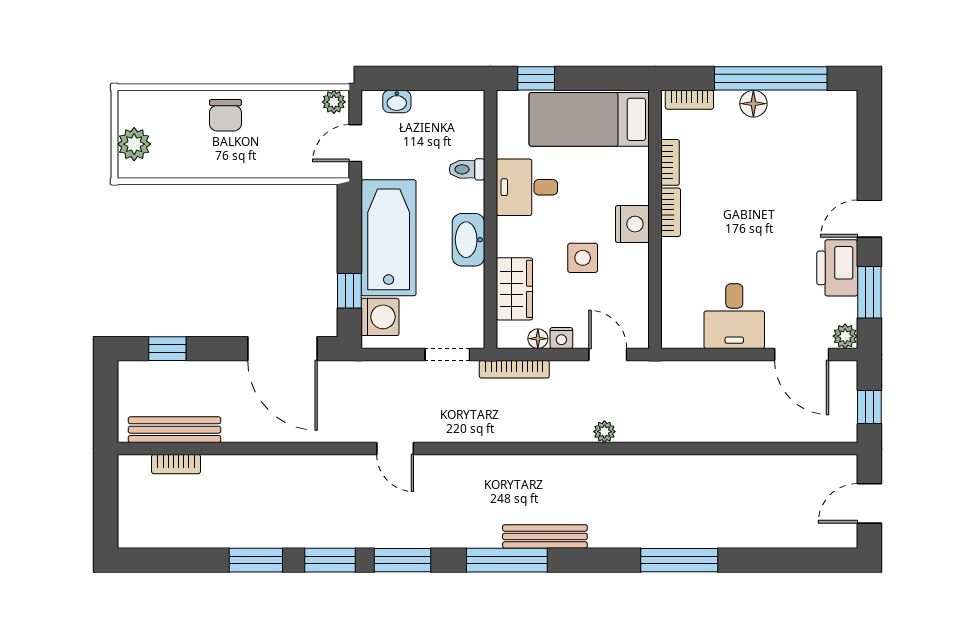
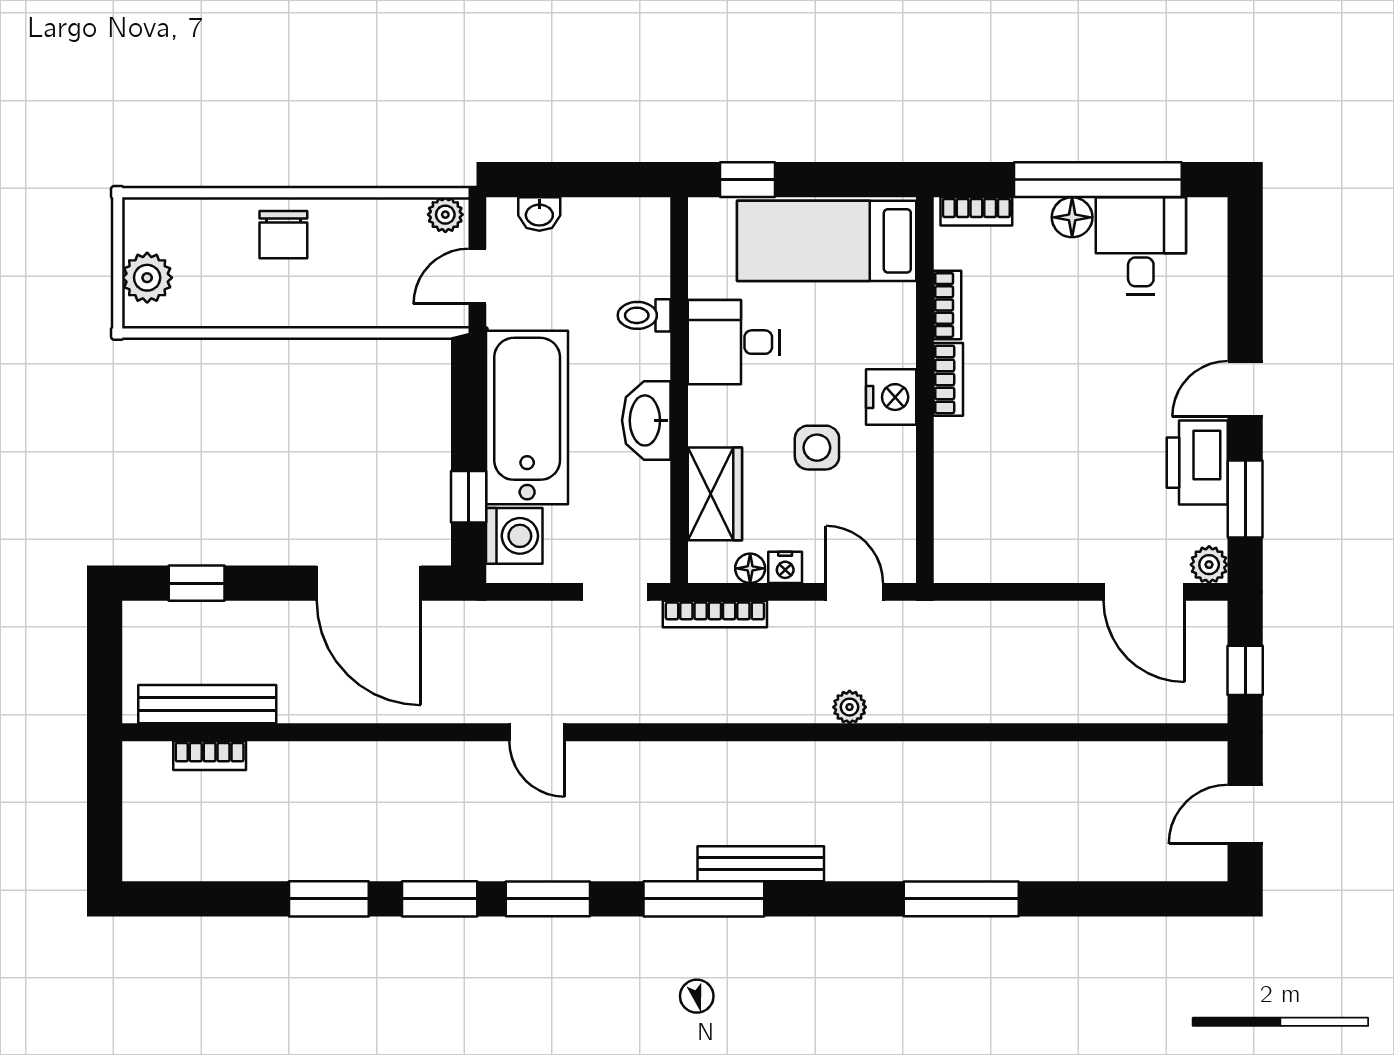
desk: (734, 316) -> (1141, 246), moved, turned 180

